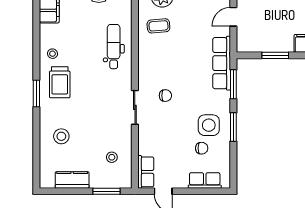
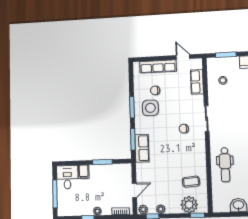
row of seats: (222, 63) -> (142, 148), width x0.68
row of seats: (146, 172) -> (197, 82), moved
row of seats: (205, 180) -> (158, 66), width x1.48

